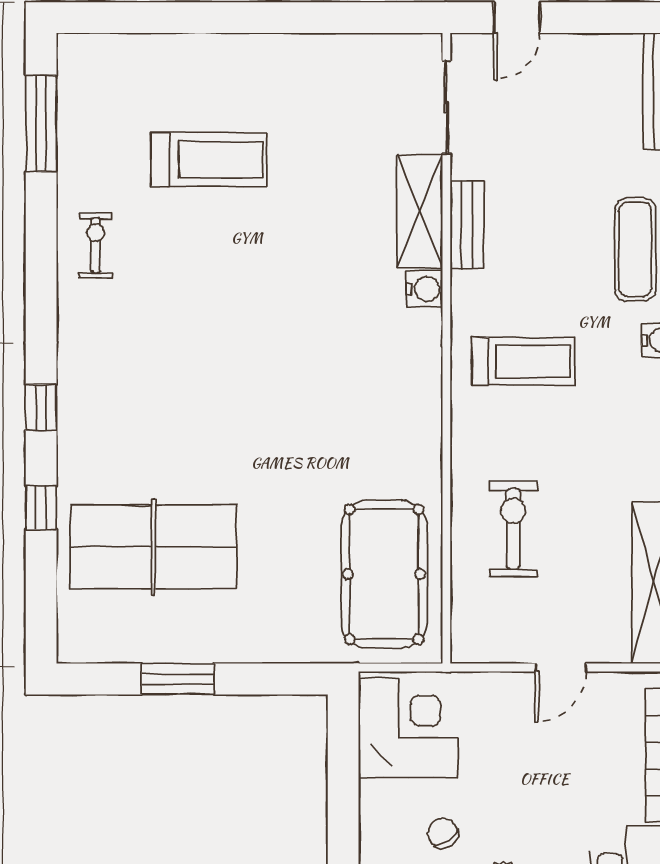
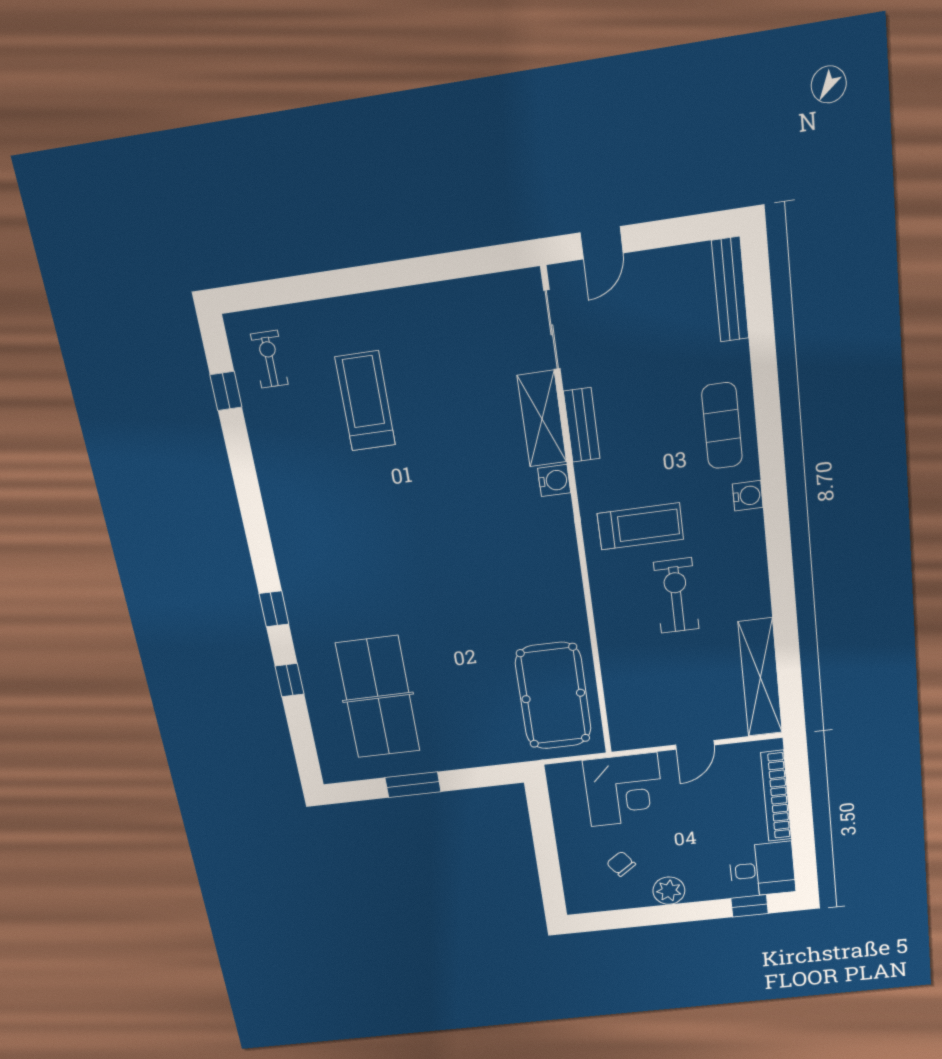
window: (41, 123) -> (226, 391), width x0.46
treadmill: (209, 160) -> (365, 401), turned -90
exercise bike: (96, 245) -> (269, 359), moved
exercise bike: (513, 529) -> (676, 596), moved
table tennis table: (153, 547) -> (378, 697), turned 90
corner desk: (408, 728) -> (624, 790), moved, turned 90

